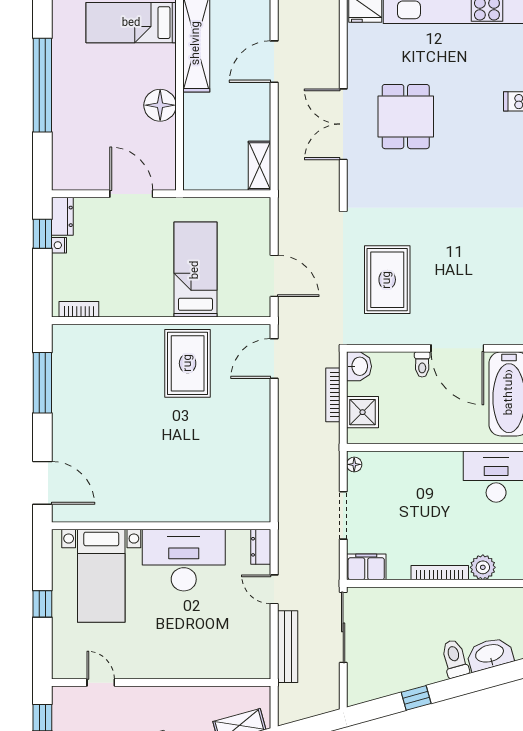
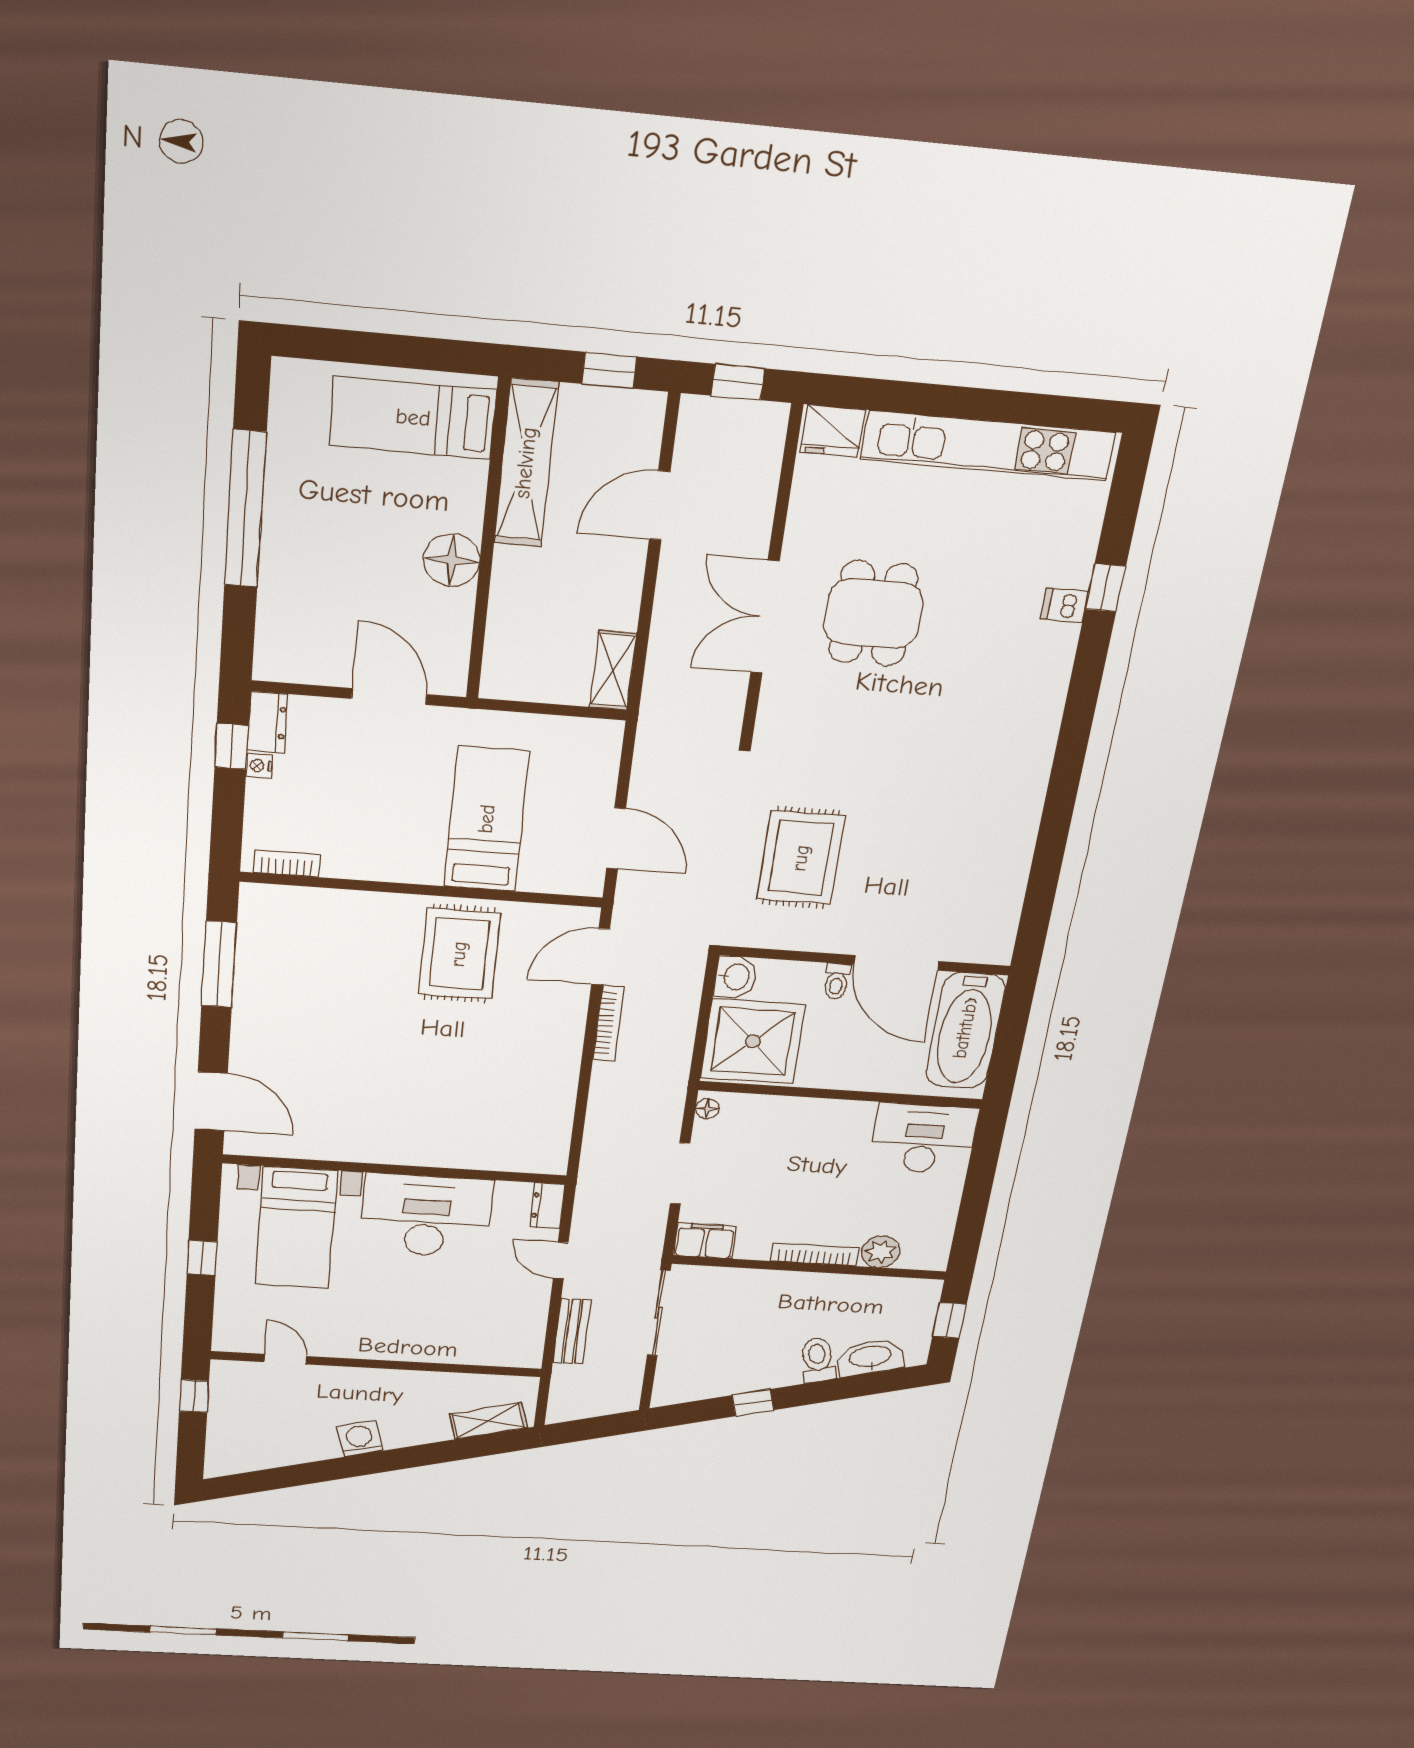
bookcase: (333, 395) -> (609, 1023), moved, turned 180
shower: (363, 412) -> (753, 1041), width x1.86, depth x1.86
bench: (288, 647) -> (572, 1332), width x0.73

